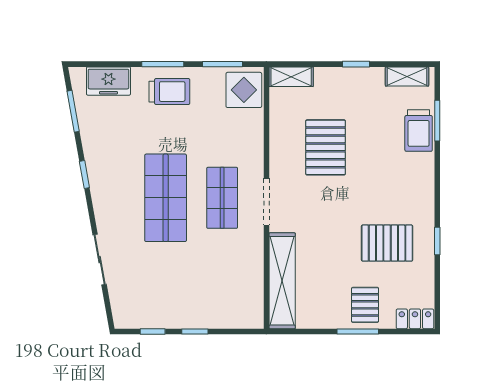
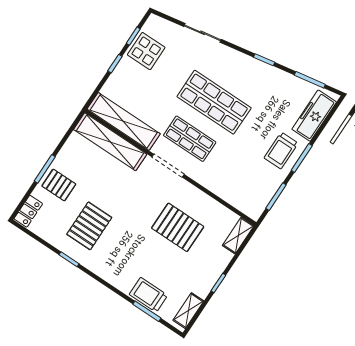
freezer: (108, 81) -> (314, 116), width x1.40
display table: (244, 90) -> (146, 51), moved
shelving: (251, 281) -> (124, 121), added

